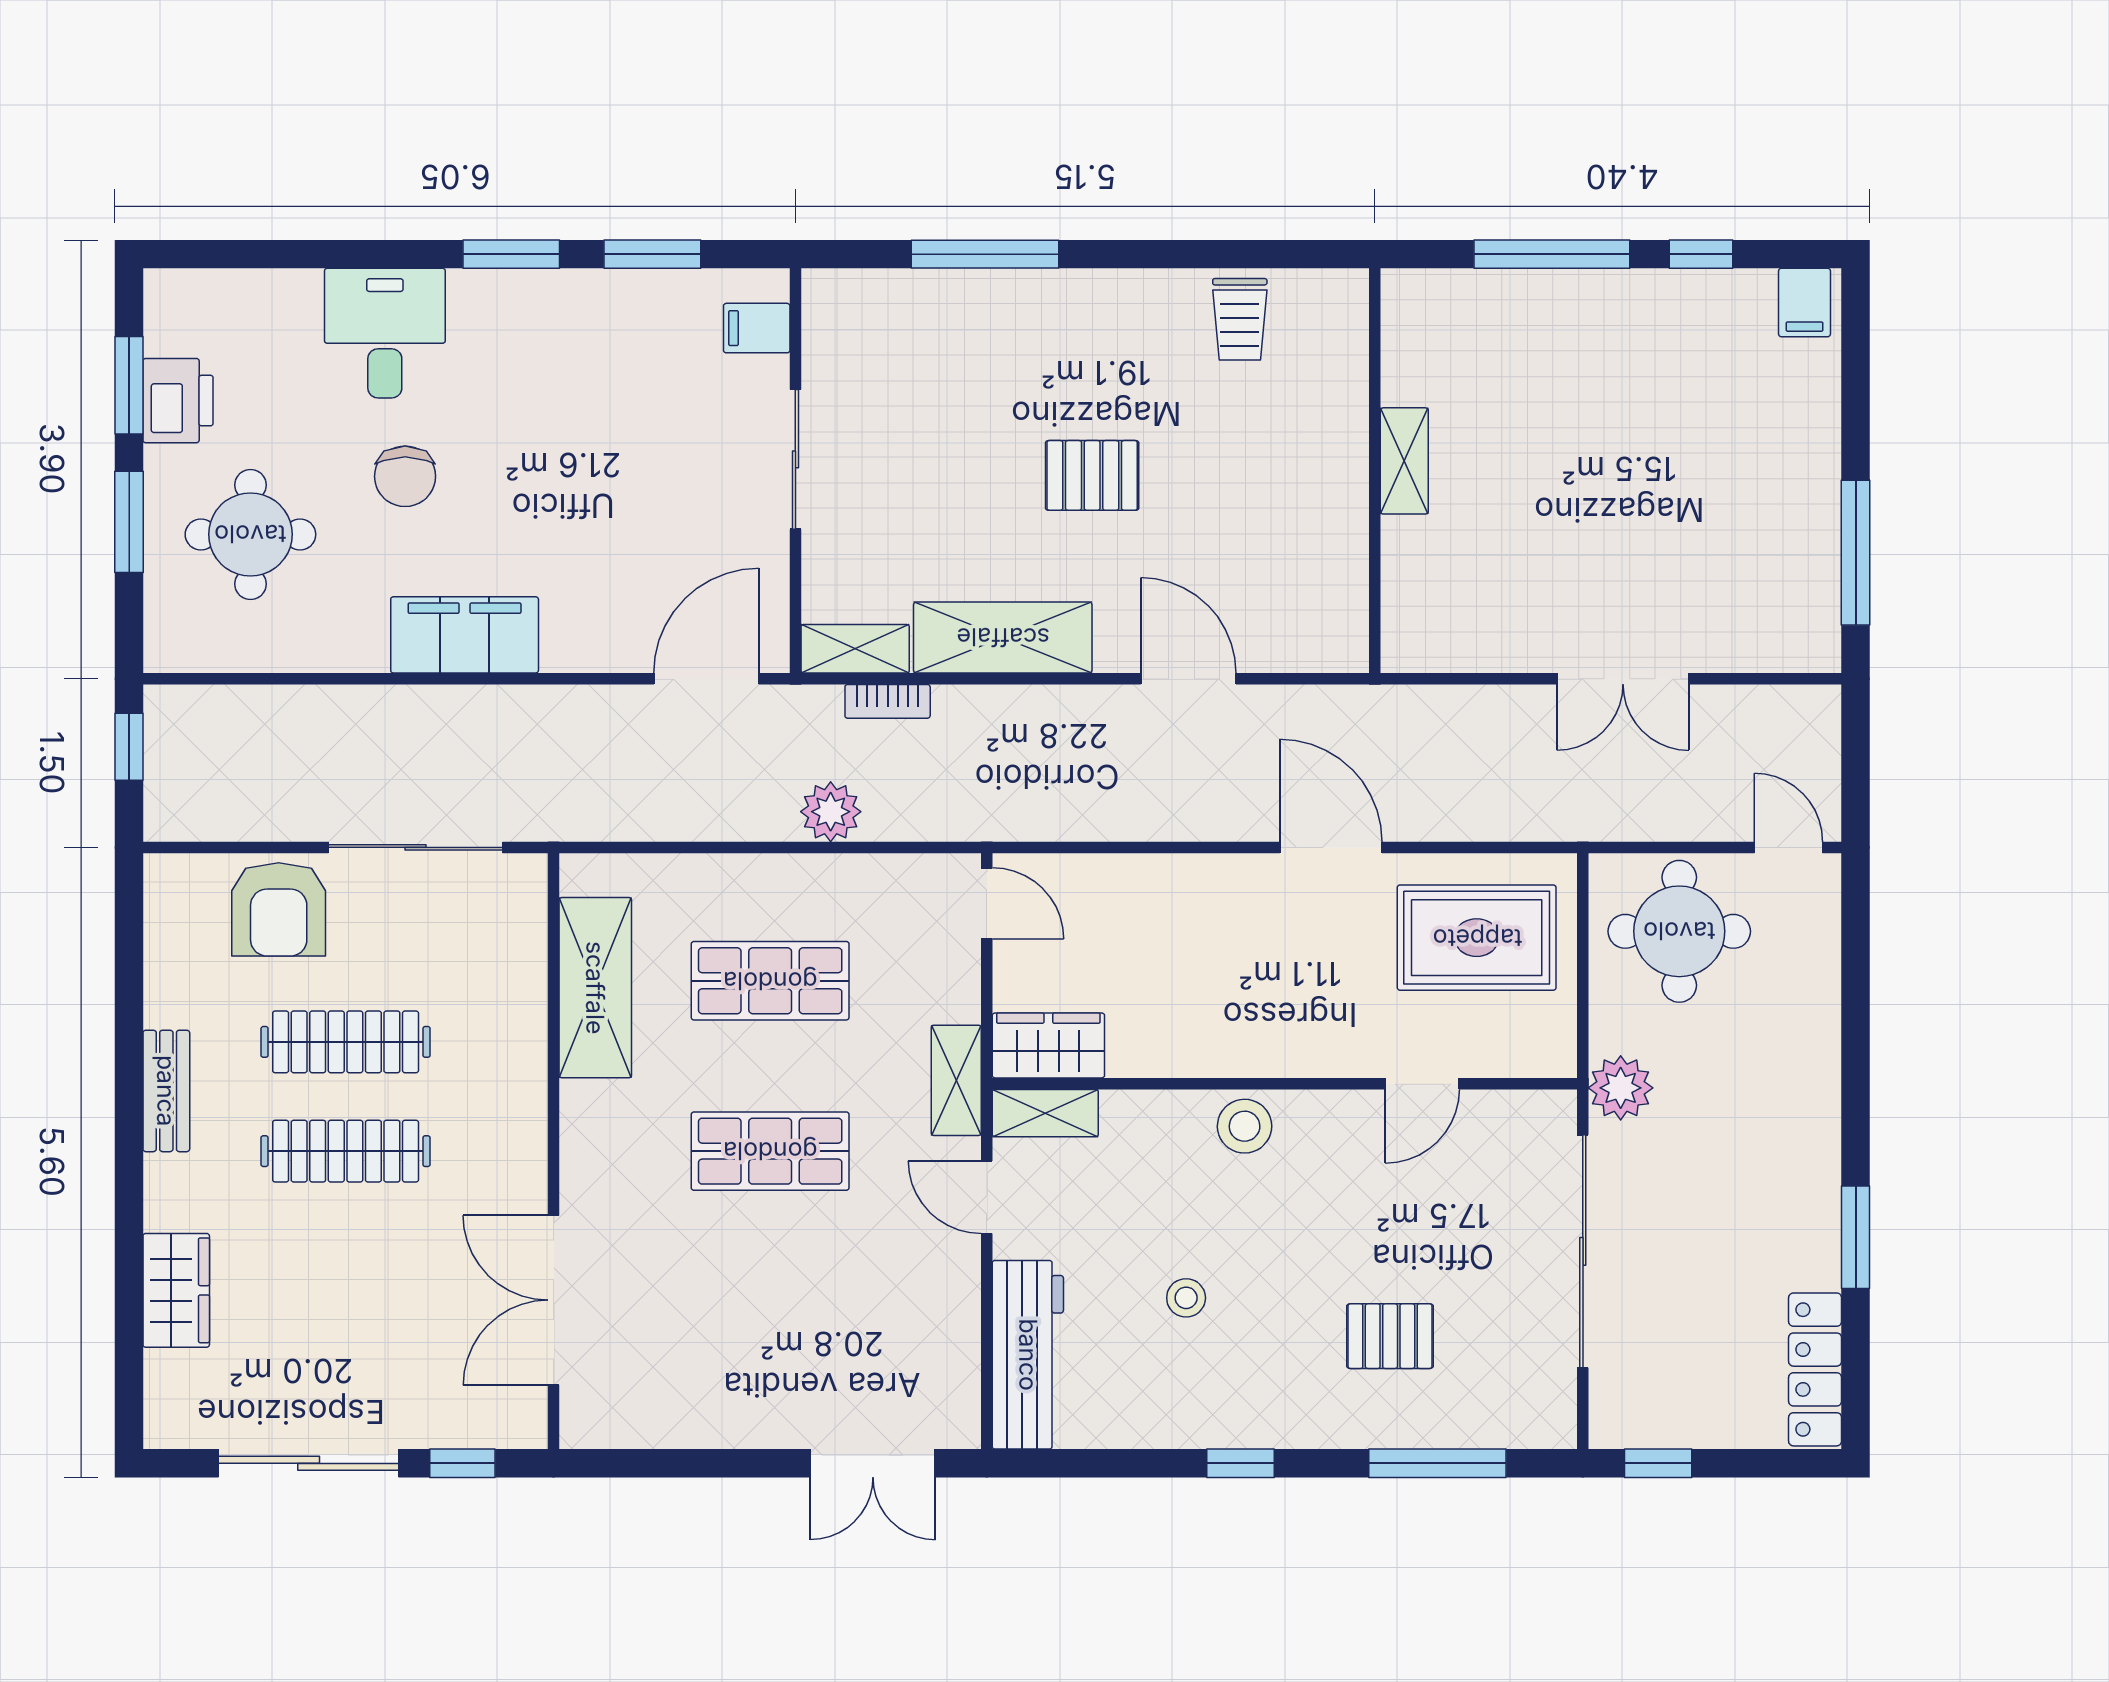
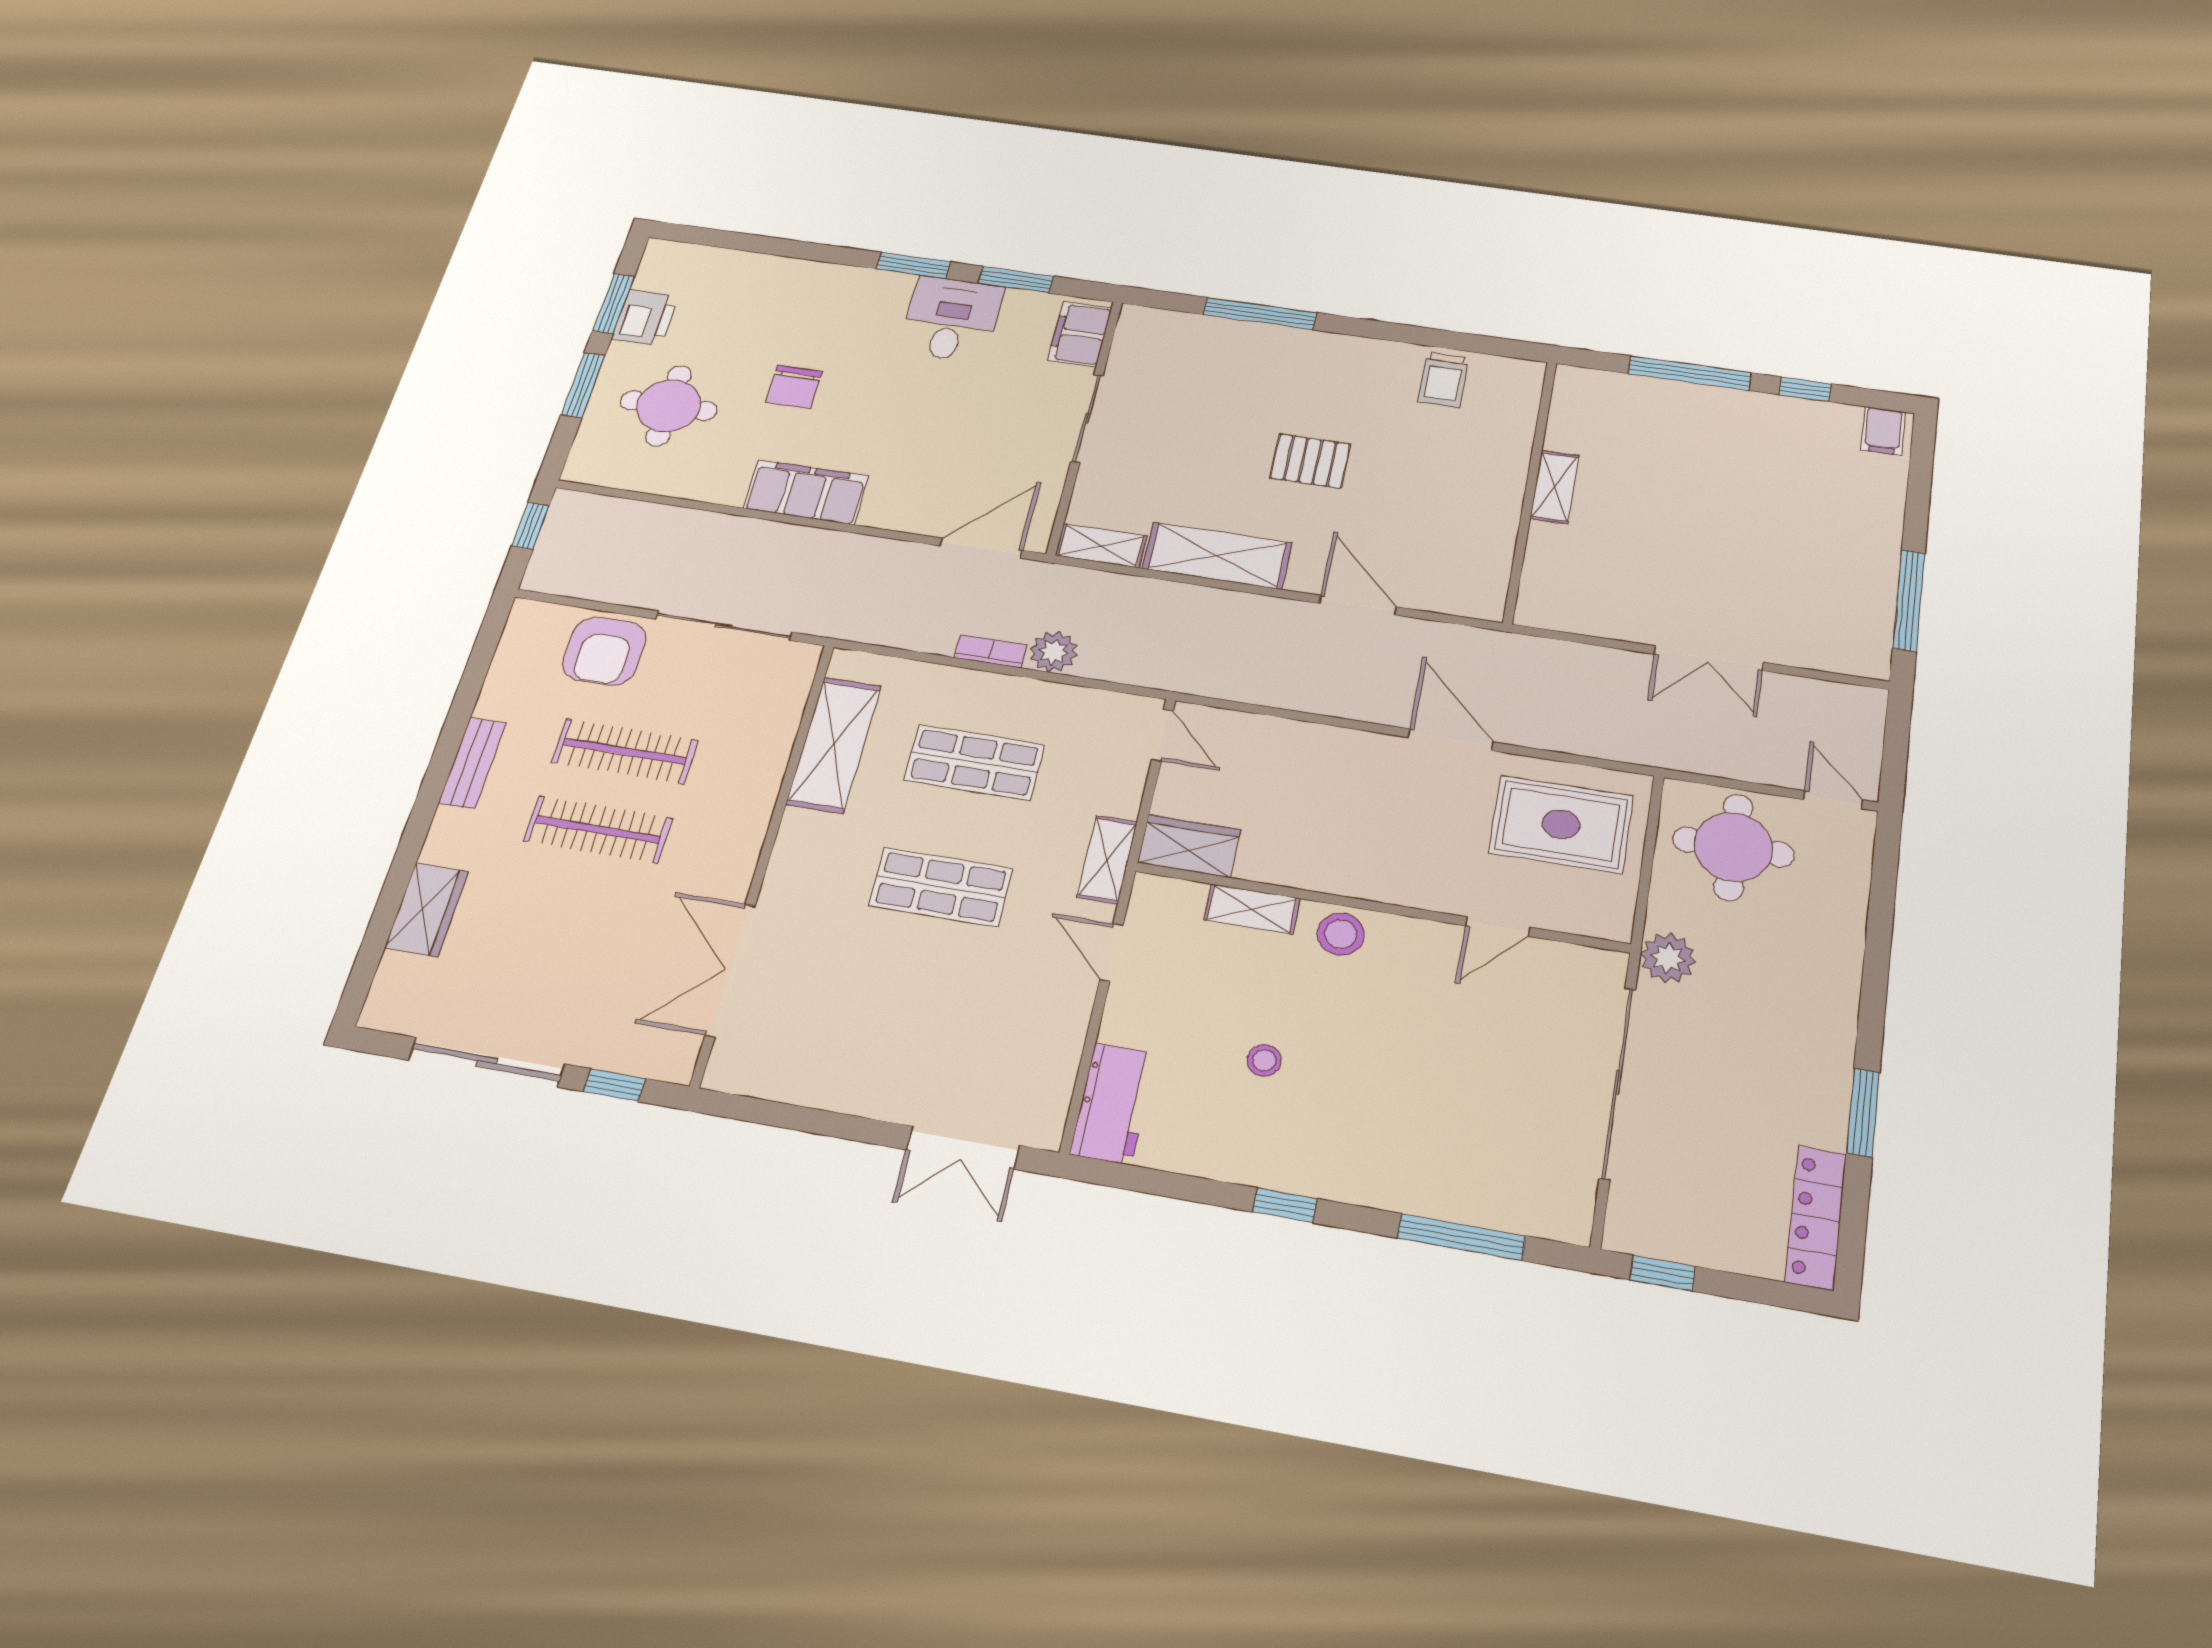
filing cabinet: (757, 328) -> (1080, 334), width x2.00
desk: (385, 333) -> (951, 319), moved
bookcase: (888, 701) -> (991, 651), moved, turned 180
shelving: (1045, 1113) -> (1252, 909), moved
pallet: (1390, 1336) -> (1437, 1122), removed
workbench: (1028, 1355) -> (1113, 1103), width x0.73

